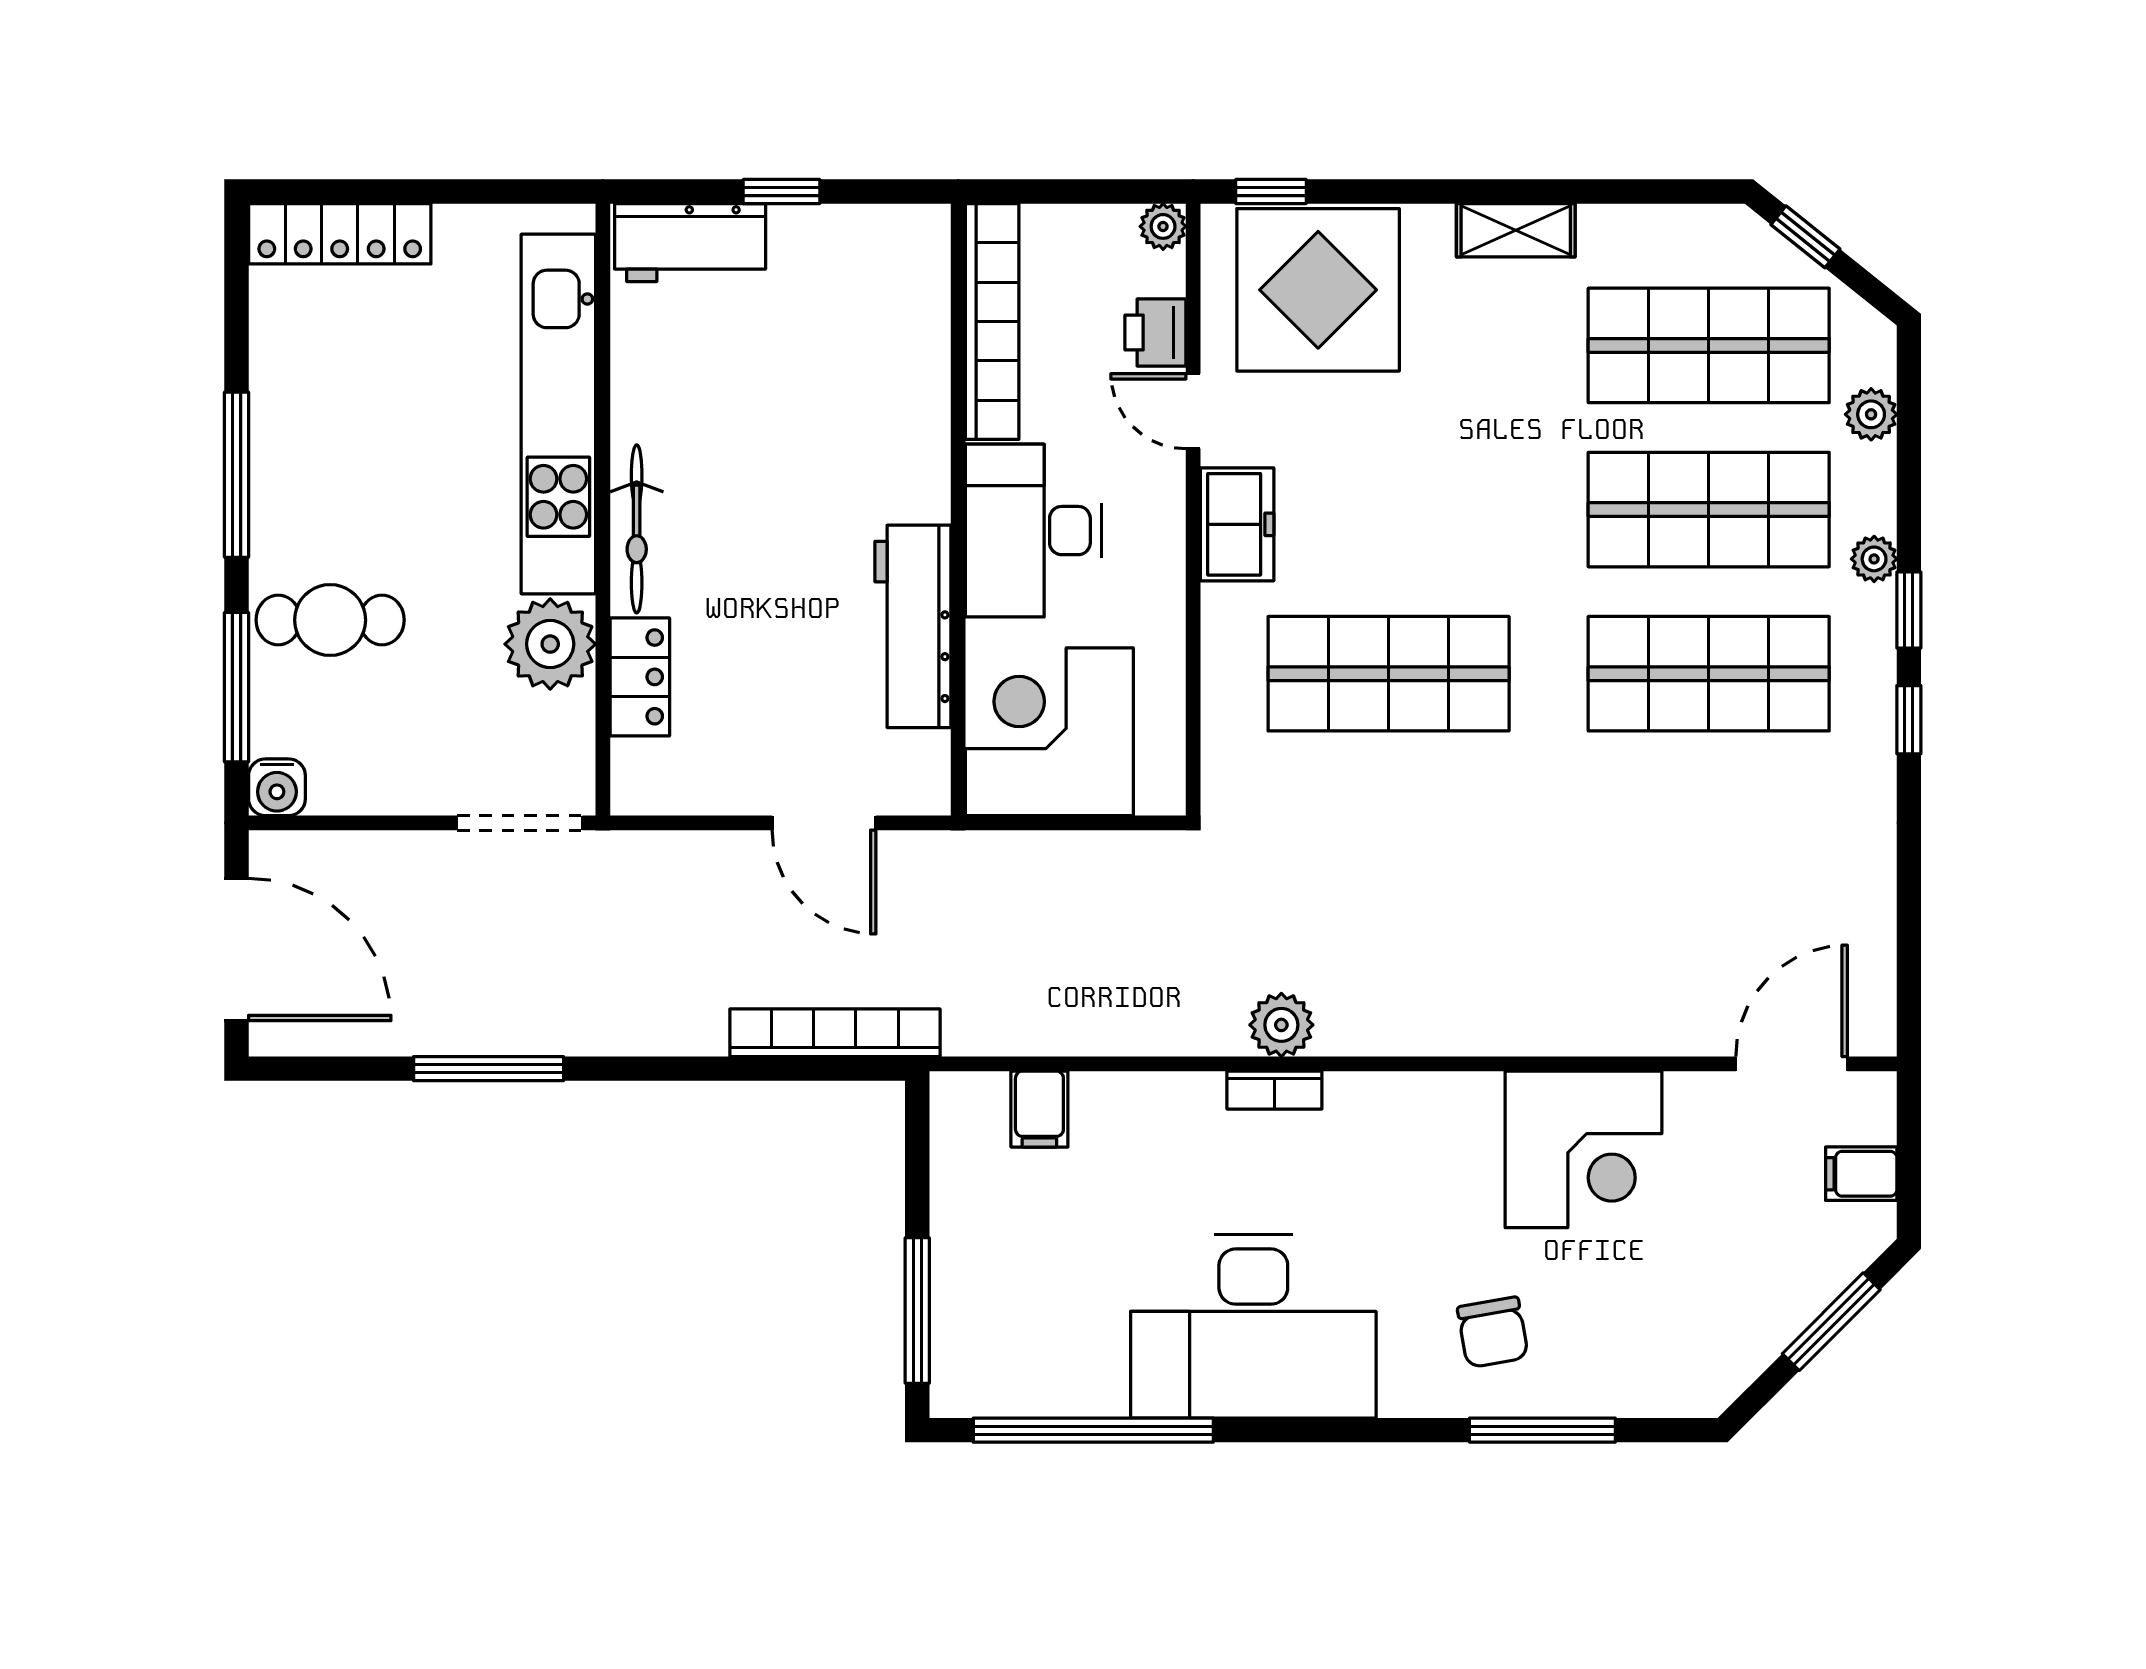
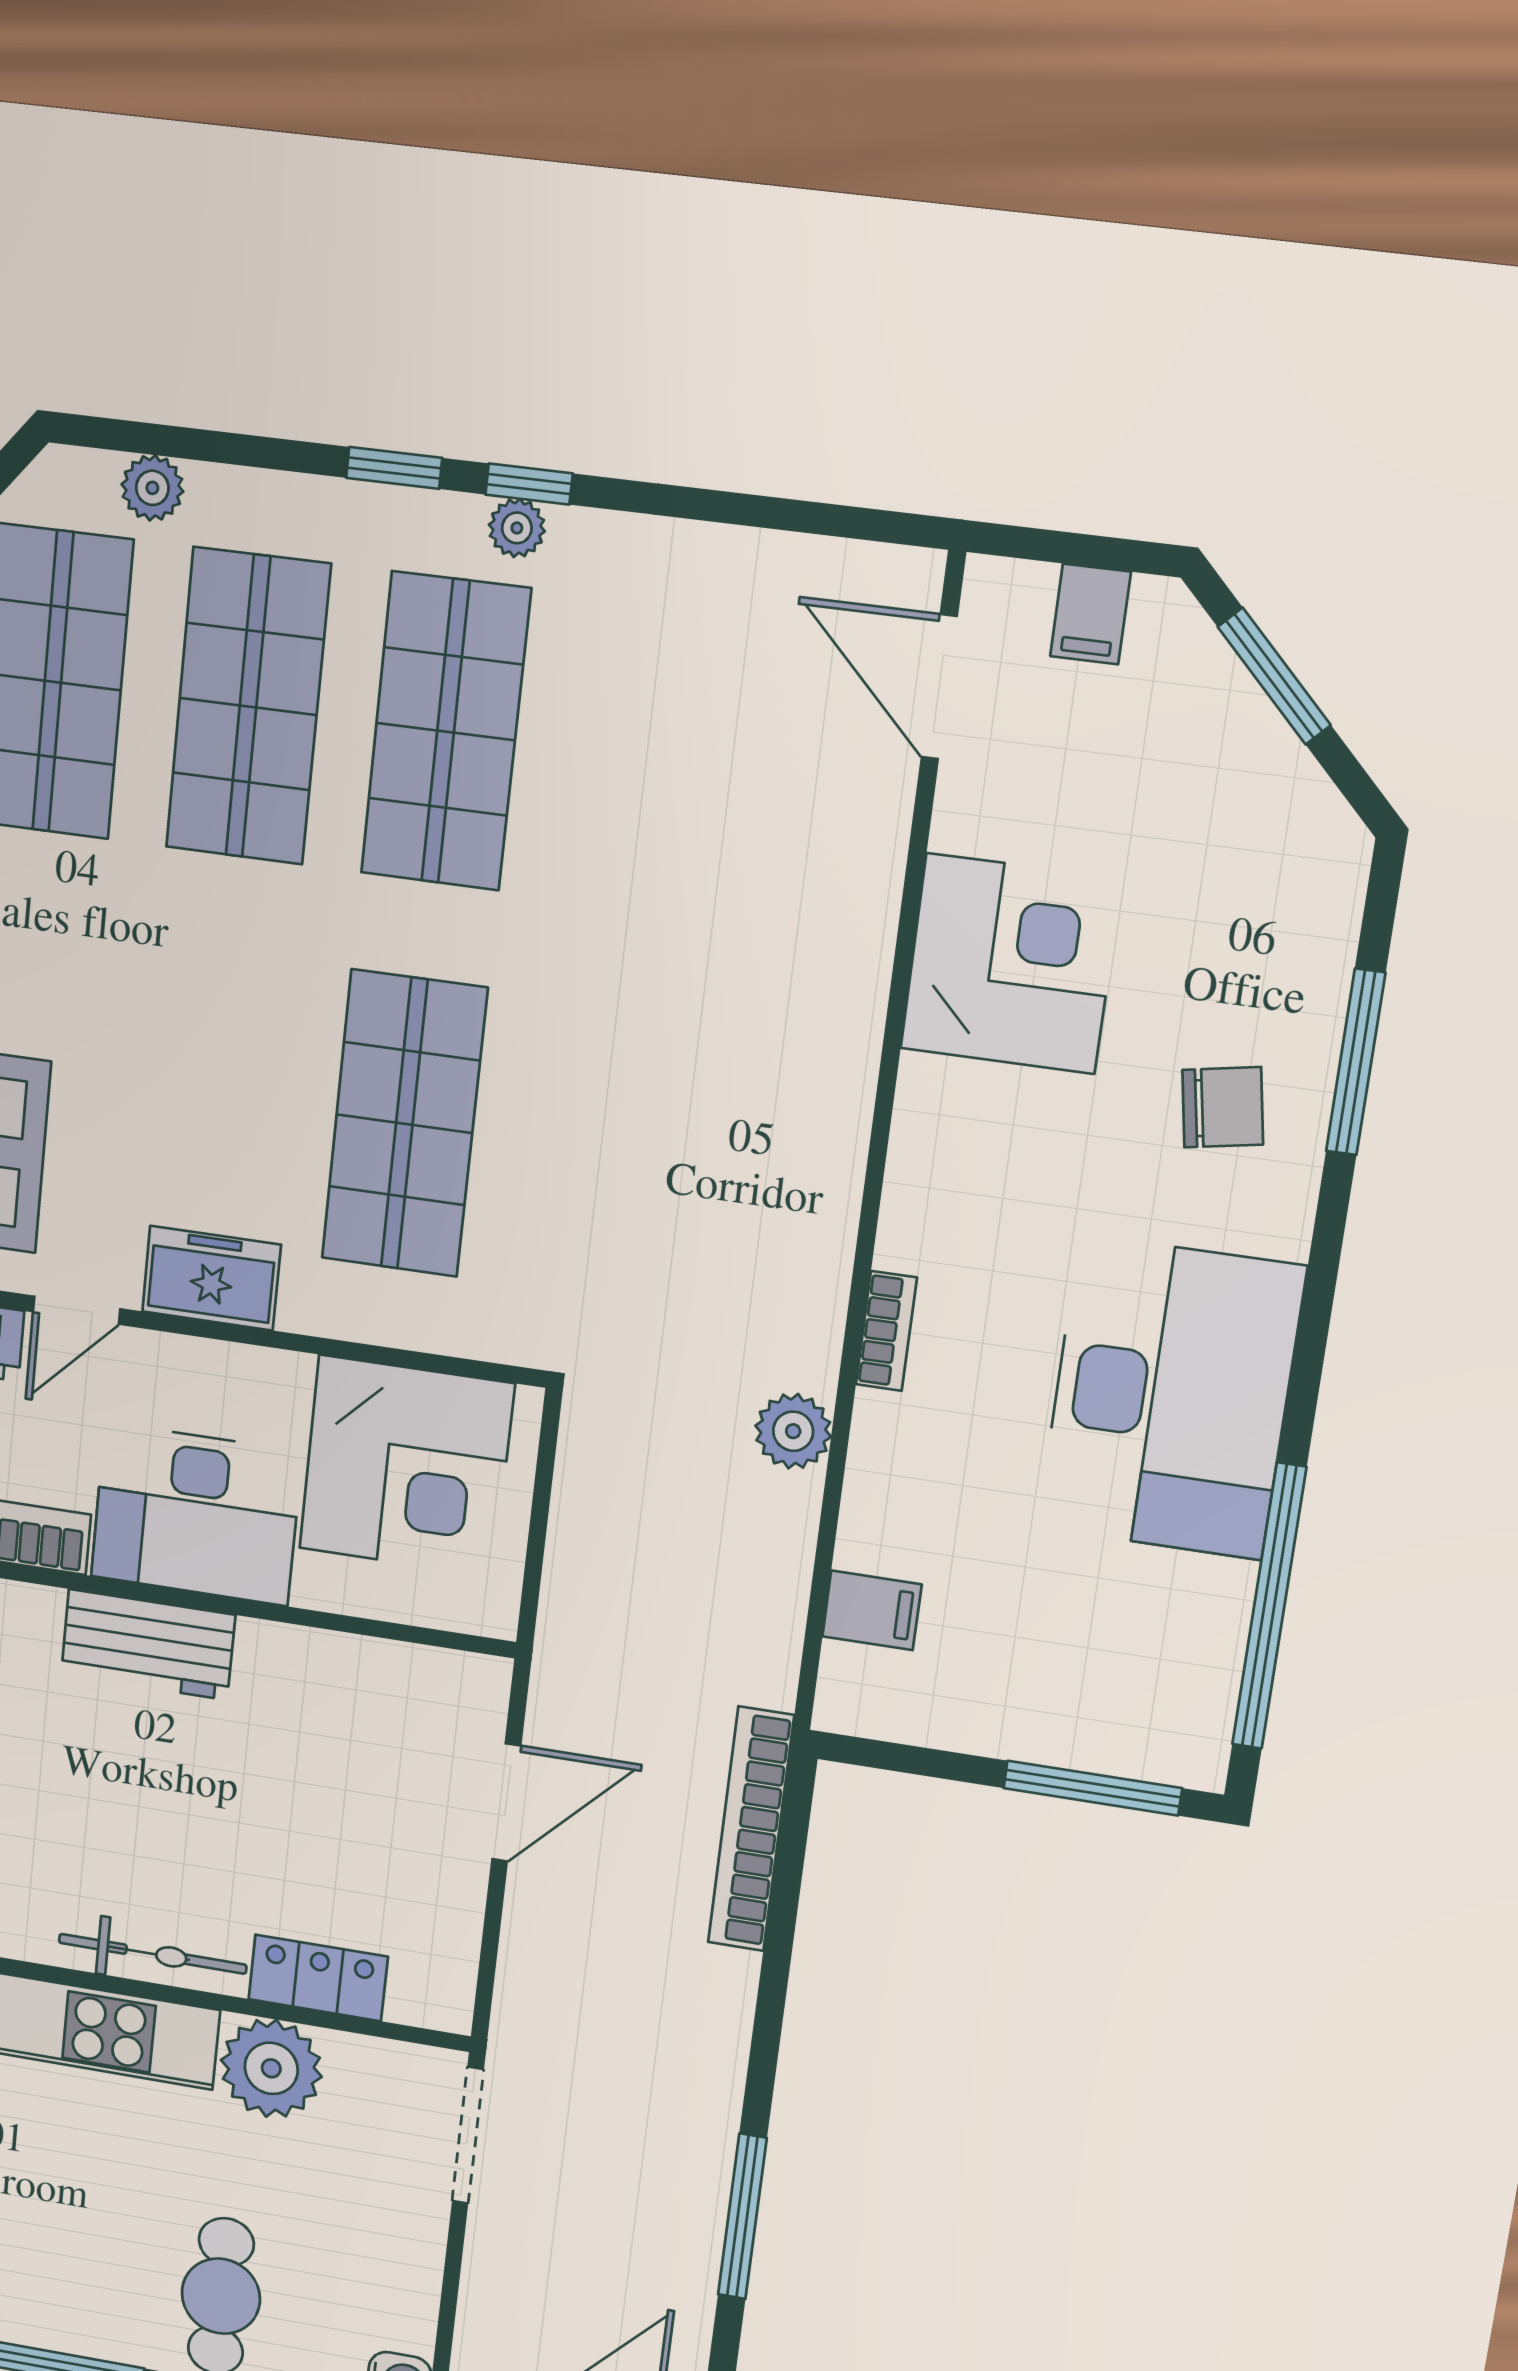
plant: (1874, 559) -> (517, 528), moved
workbench: (913, 626) -> (148, 1645), moved, width x0.73
corner desk: (1049, 732) -> (406, 1466), moved, turned -90
plant: (1281, 1025) -> (793, 1431), moved

